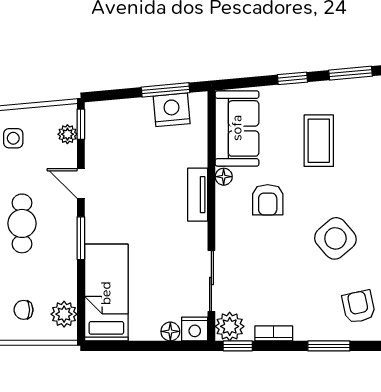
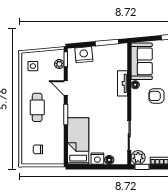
nightstand: (172, 110) -> (84, 55), moved
tv unit: (198, 195) -> (122, 83), moved
armchair: (268, 200) -> (157, 96), turned 90
plant: (64, 314) -> (58, 151), removed
nightstand: (195, 329) -> (97, 159), moved

